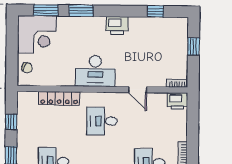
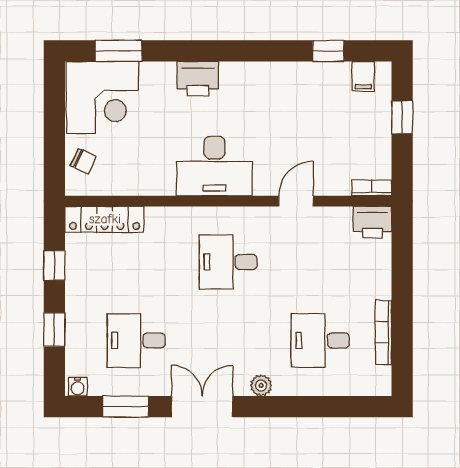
window: (81, 11) -> (186, 51), removed
printer: (117, 25) -> (198, 79), moved
filing cabinet: (173, 25) -> (363, 76), added
door: (138, 90) -> (296, 201), swing flipped
locker: (59, 98) -> (105, 219), moved

